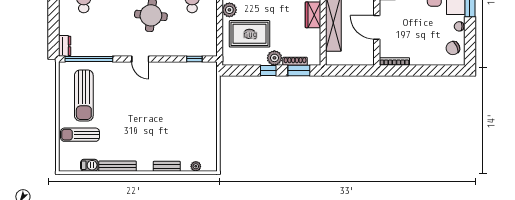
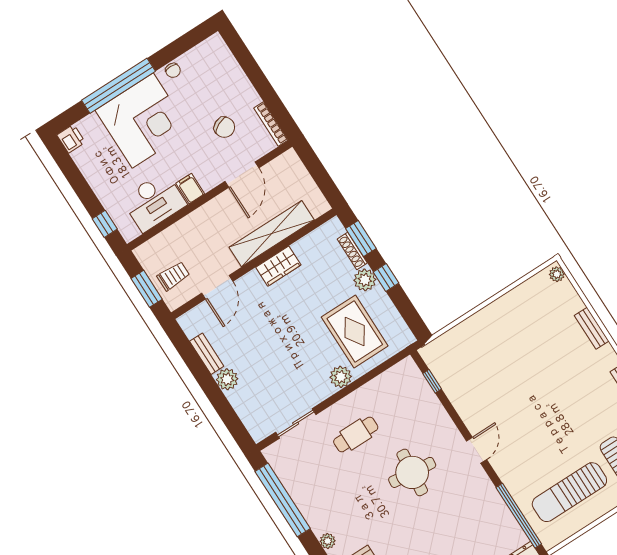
chair: (453, 48) -> (224, 127), moved
sun lounger: (84, 95) -> (569, 492), turned 180
plant: (196, 166) -> (557, 274), moved

